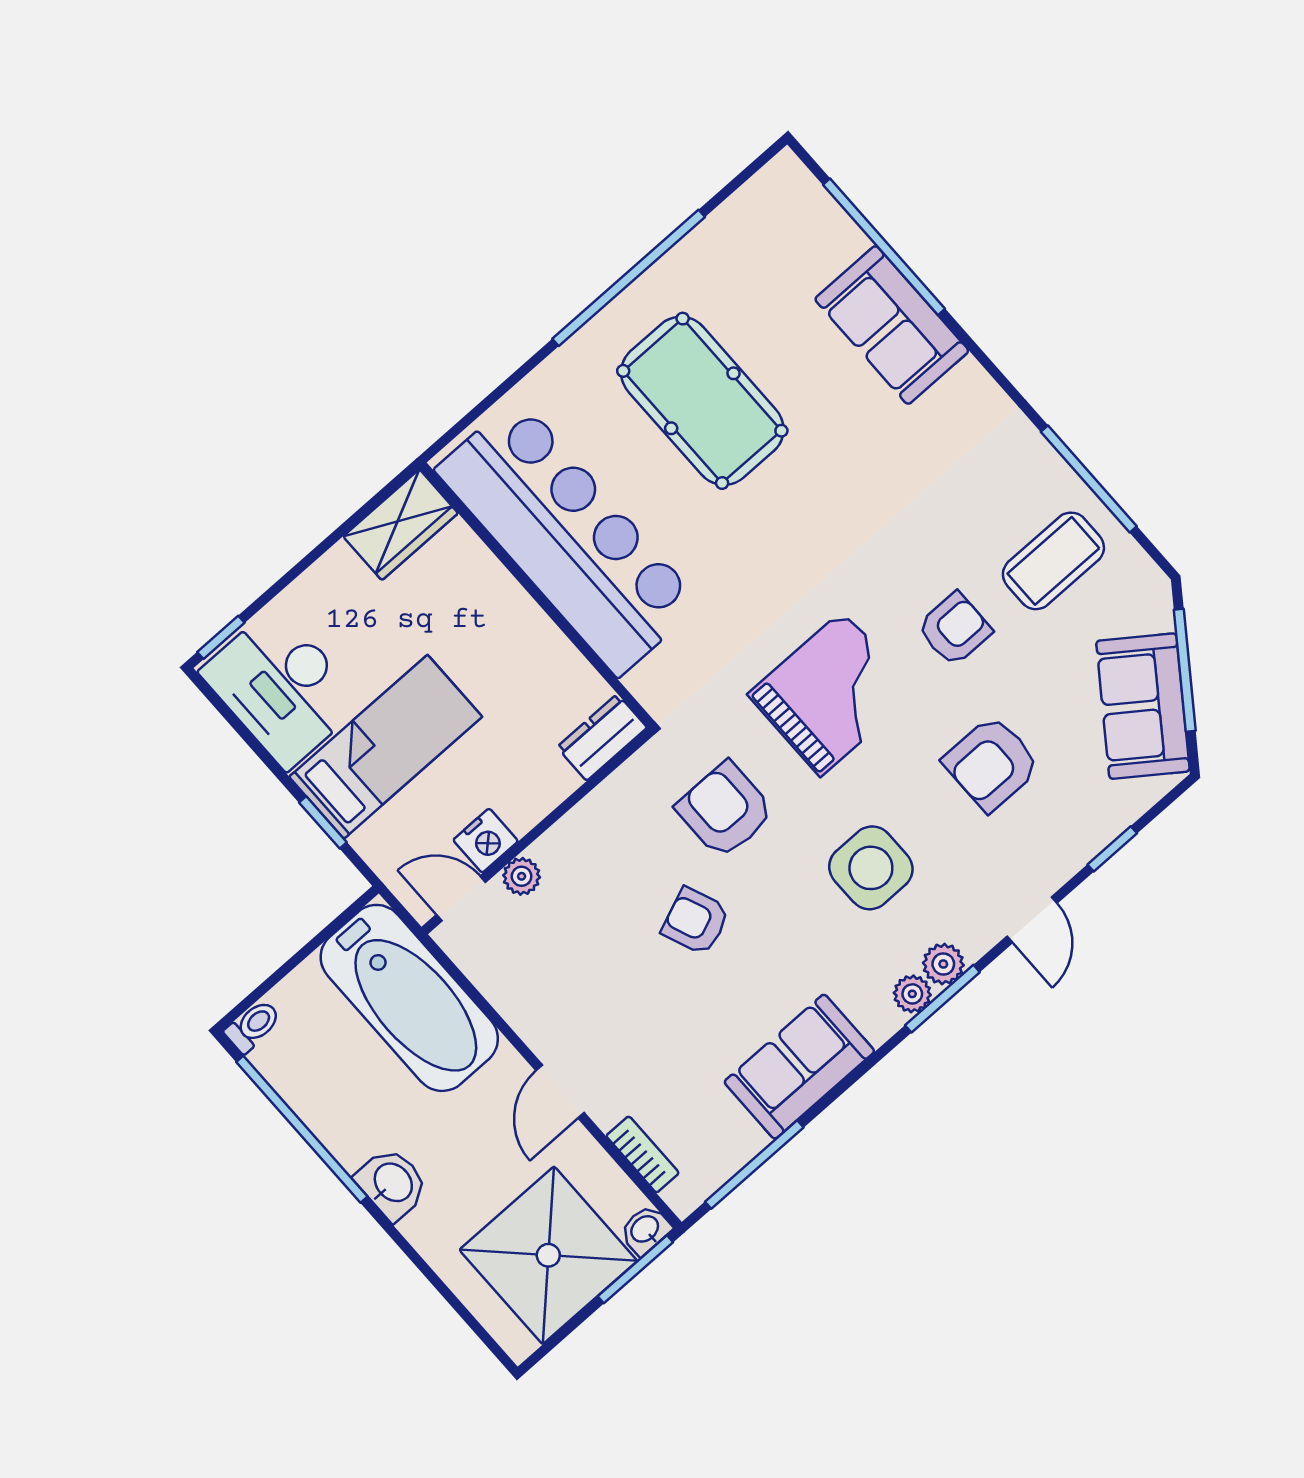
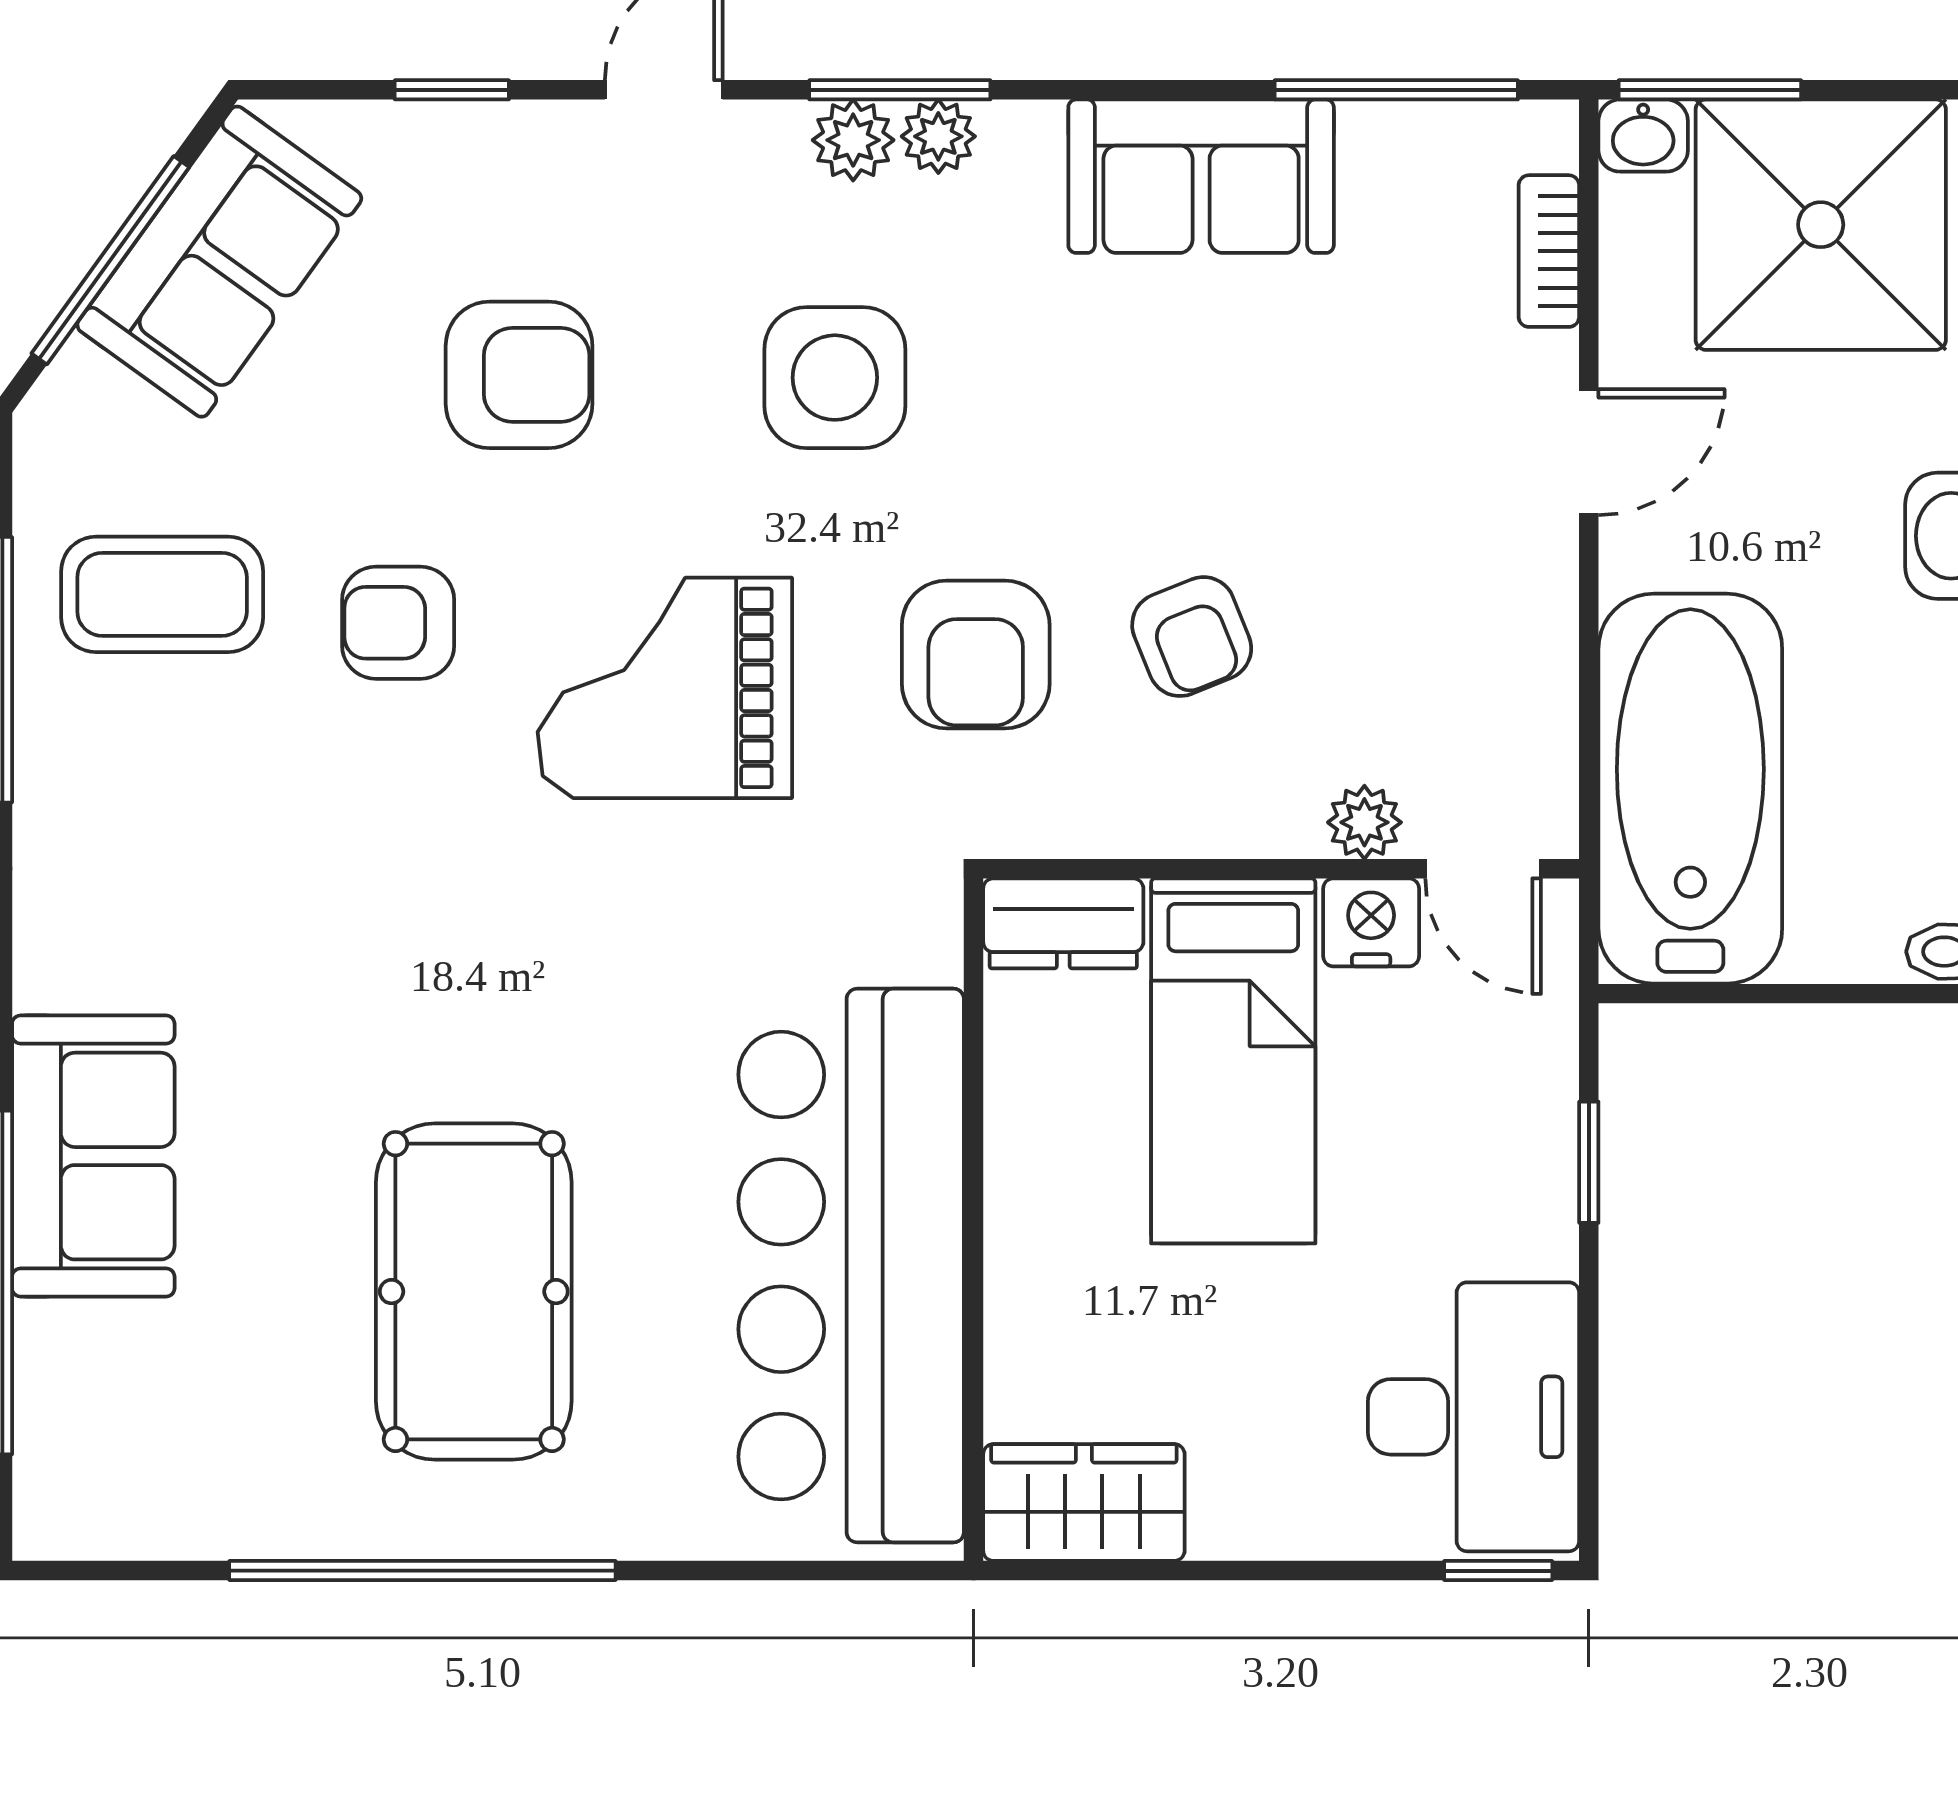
bed: (386, 747) -> (1233, 1061), moved, turned -90
armchair: (696, 921) -> (1192, 637), moved

